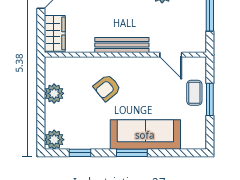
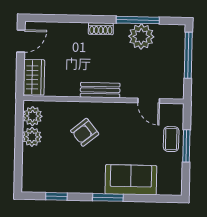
bench: (122, 45) -> (100, 90), width x0.73
sofa: (145, 135) -> (131, 180), width x0.73
plant: (54, 140) -> (32, 116), moved

